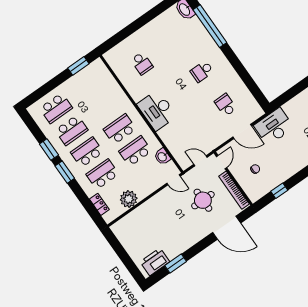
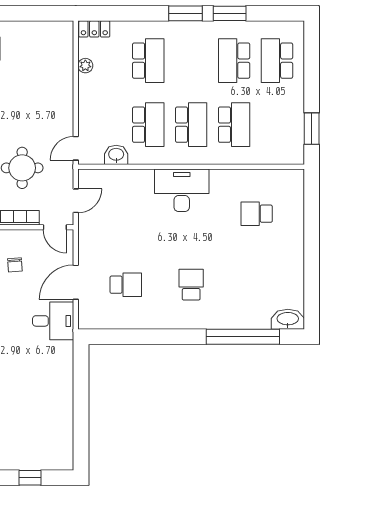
desk: (274, 127) -> (53, 321), width x0.73
school desk: (87, 152) -> (234, 125), moved
plant: (129, 199) -> (85, 66), width x0.53, depth x0.53
locker: (99, 204) -> (94, 29), moved

